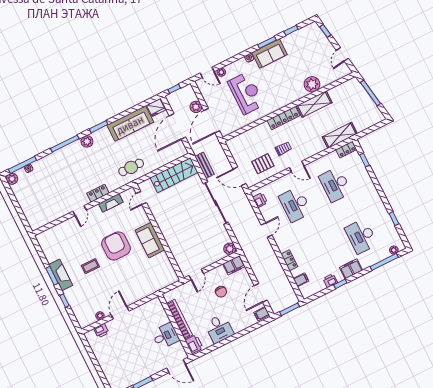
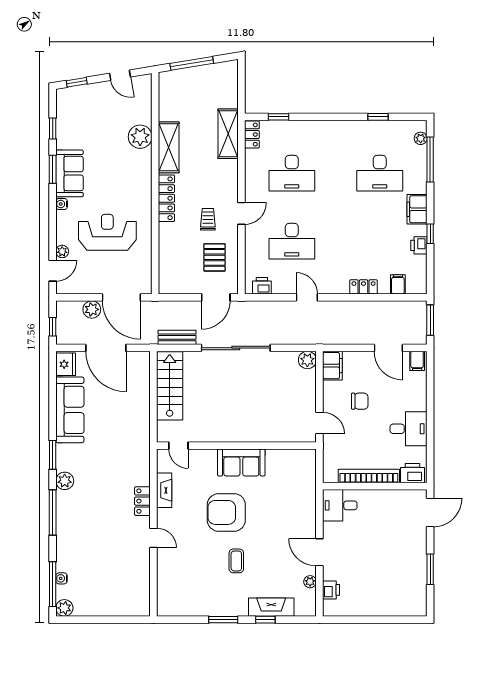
cafe table: (131, 167) -> (130, 439), removed
fireplace: (61, 275) -> (271, 607), moved
desk: (165, 336) -> (340, 505), moved, turned -90

